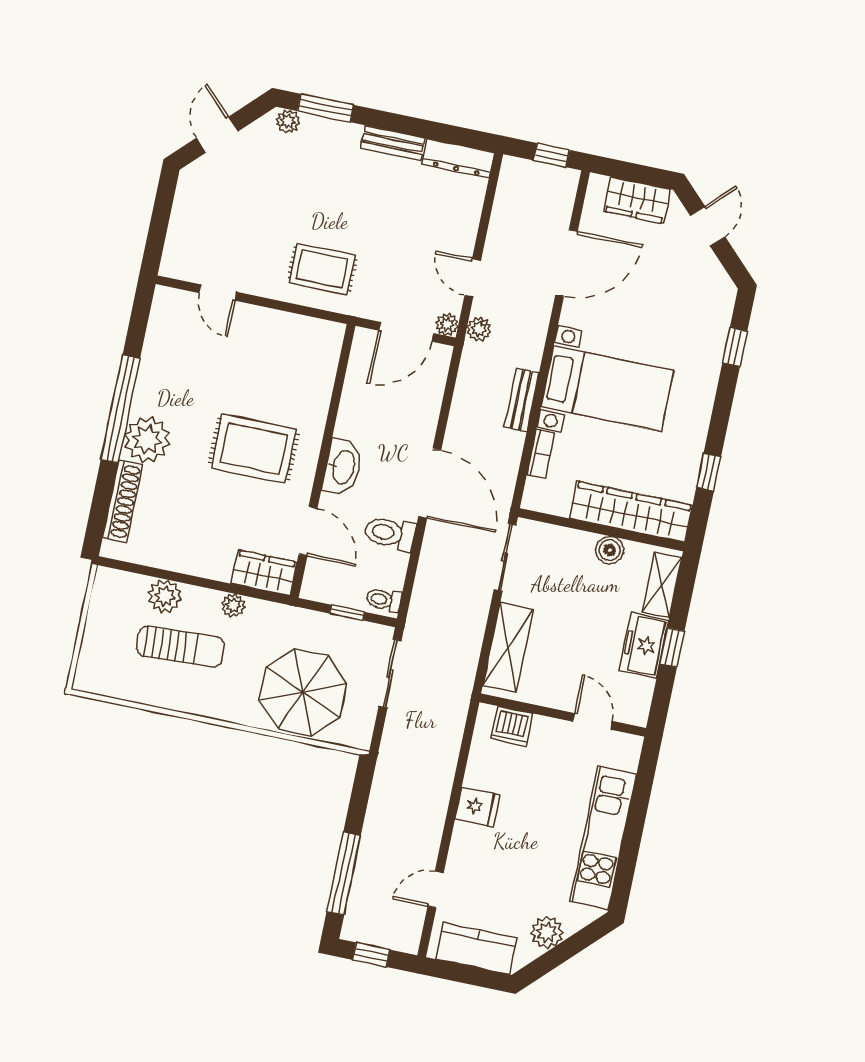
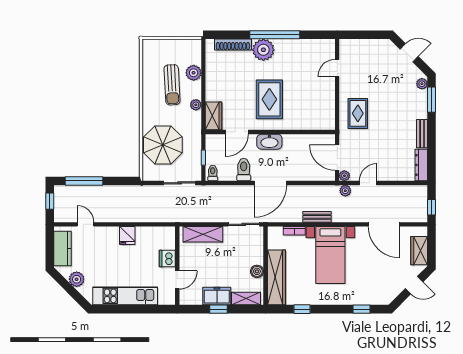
dishwasher: (512, 726) -> (167, 259), moved

